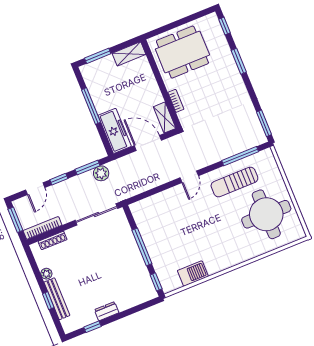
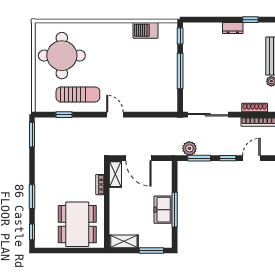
dining table: (182, 52) -> (77, 224), turned 90
freezer: (115, 131) -> (163, 210), moved, width x0.71
window: (240, 156) -> (64, 115), width x0.46
door: (189, 177) -> (115, 115), hinge flipped

